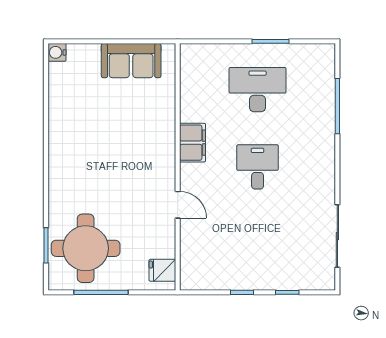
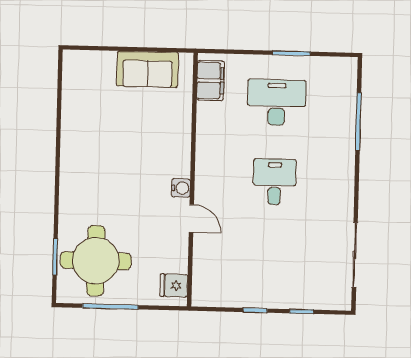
water cooler: (57, 52) -> (181, 188), moved, turned 180
filing cabinet: (193, 143) -> (210, 81), moved

